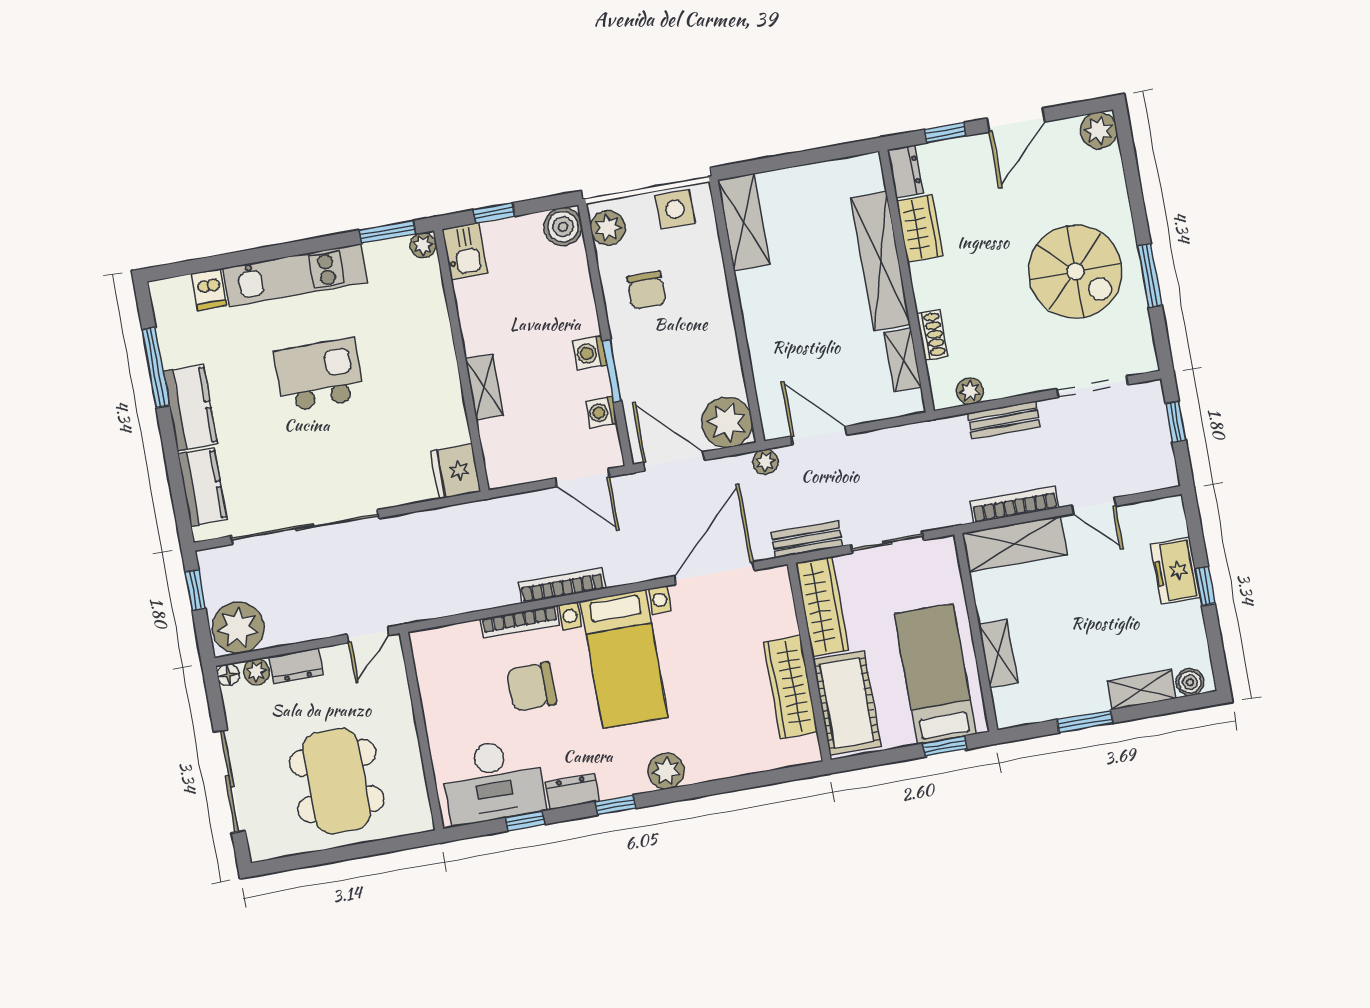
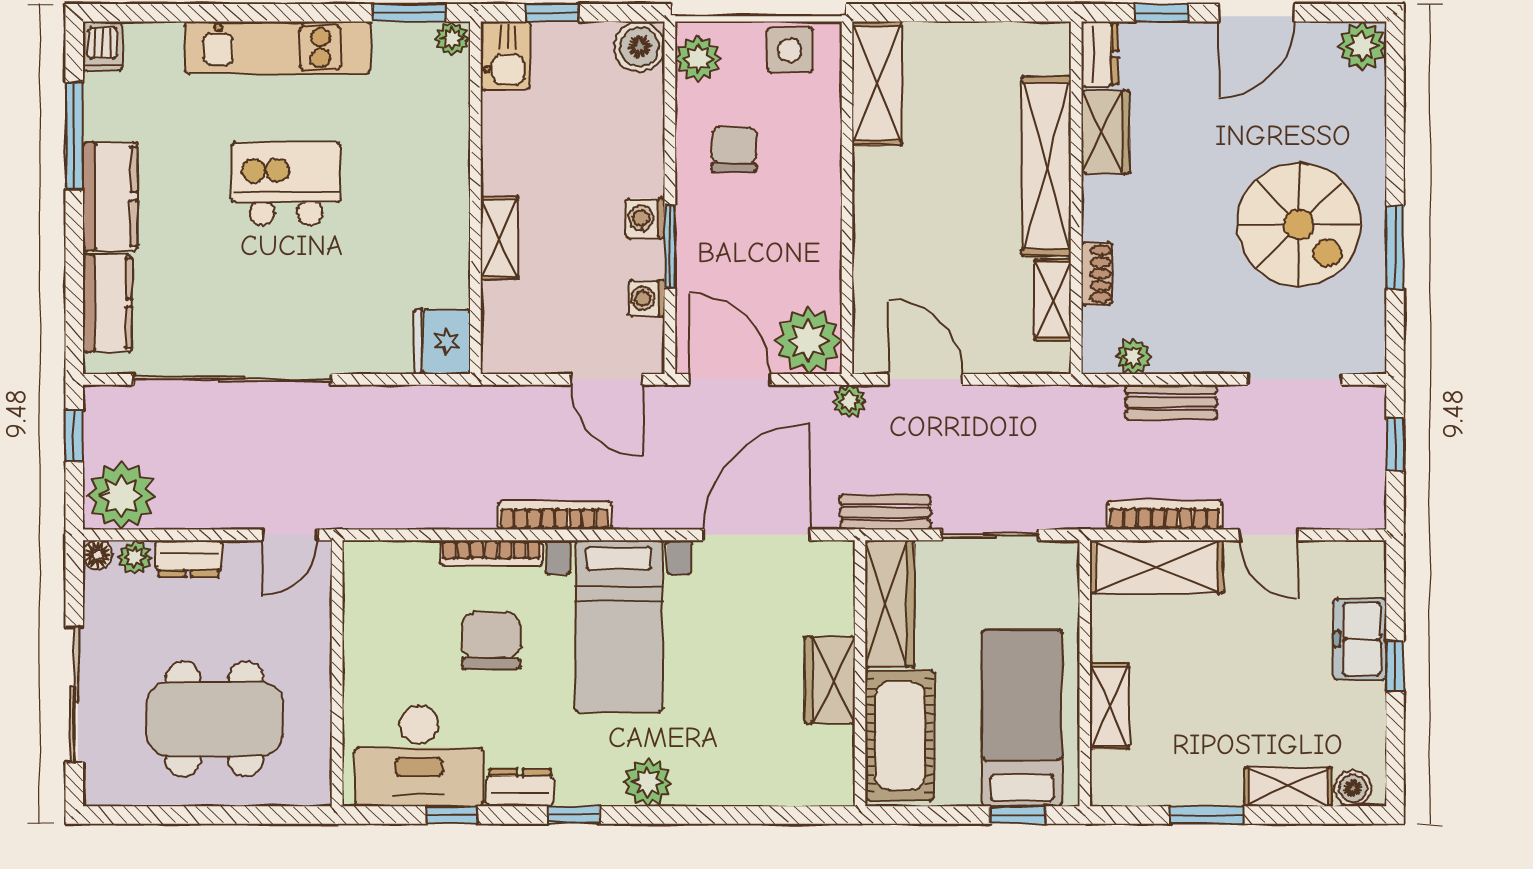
dishwasher: (209, 290) -> (102, 46), moved
chair: (647, 290) -> (734, 149), turned 180
chair: (531, 687) -> (491, 641), turned 90
wardrobe: (790, 687) -> (830, 680), width x0.67
dining table: (337, 781) -> (215, 719), turned 90

